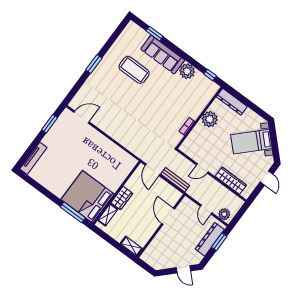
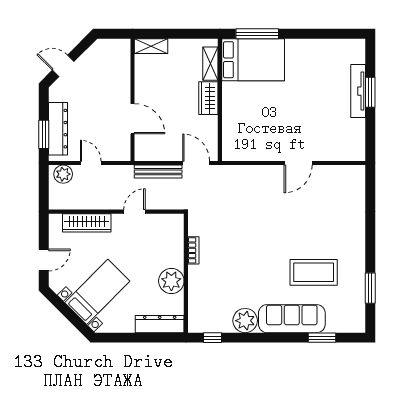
window: (94, 64) -> (370, 288), moved
door: (82, 117) -> (298, 163), moved
window: (50, 124) -> (370, 92), moved
tv unit: (33, 158) -> (358, 91), moved
door: (267, 178) -> (44, 260), swing flipped
bed: (88, 197) -> (253, 60), width x0.73

